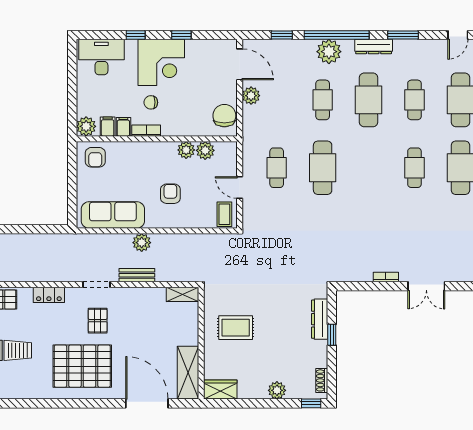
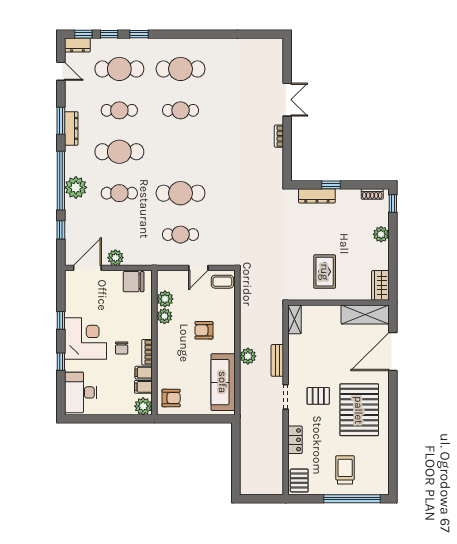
dresser: (374, 47) -> (71, 128), moved

